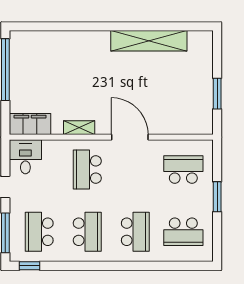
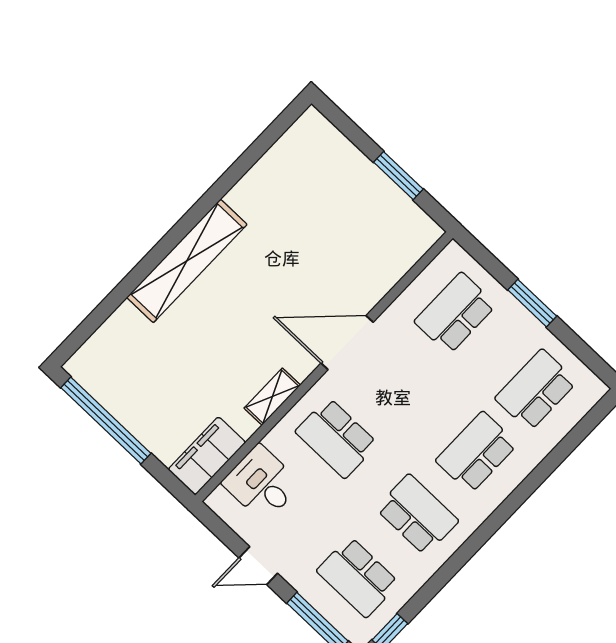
shelving: (149, 41) -> (187, 261), moved
desk: (25, 157) -> (262, 483), moved
school desk: (135, 232) -> (477, 452), turned -90
school desk: (183, 232) -> (536, 390), turned 180

